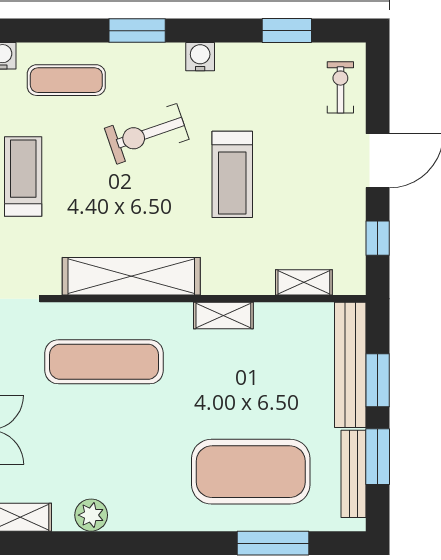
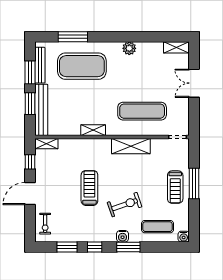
window: (219, 31) -> (95, 247), added
water cooler: (200, 57) -> (123, 236), moved
shelving: (131, 276) -> (131, 146), width x0.68
shelving: (304, 282) -> (46, 144), moved
plant: (91, 515) -> (129, 48), moved

